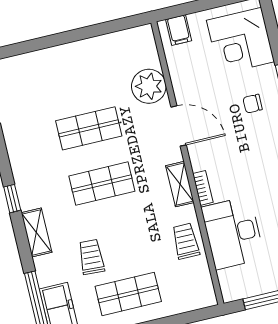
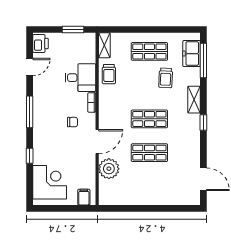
chair: (253, 104) -> (72, 122), moved
door: (179, 126) -> (97, 142), swing flipped
shelving: (180, 184) -> (104, 45), moved
desk: (233, 233) -> (80, 78), width x0.73

